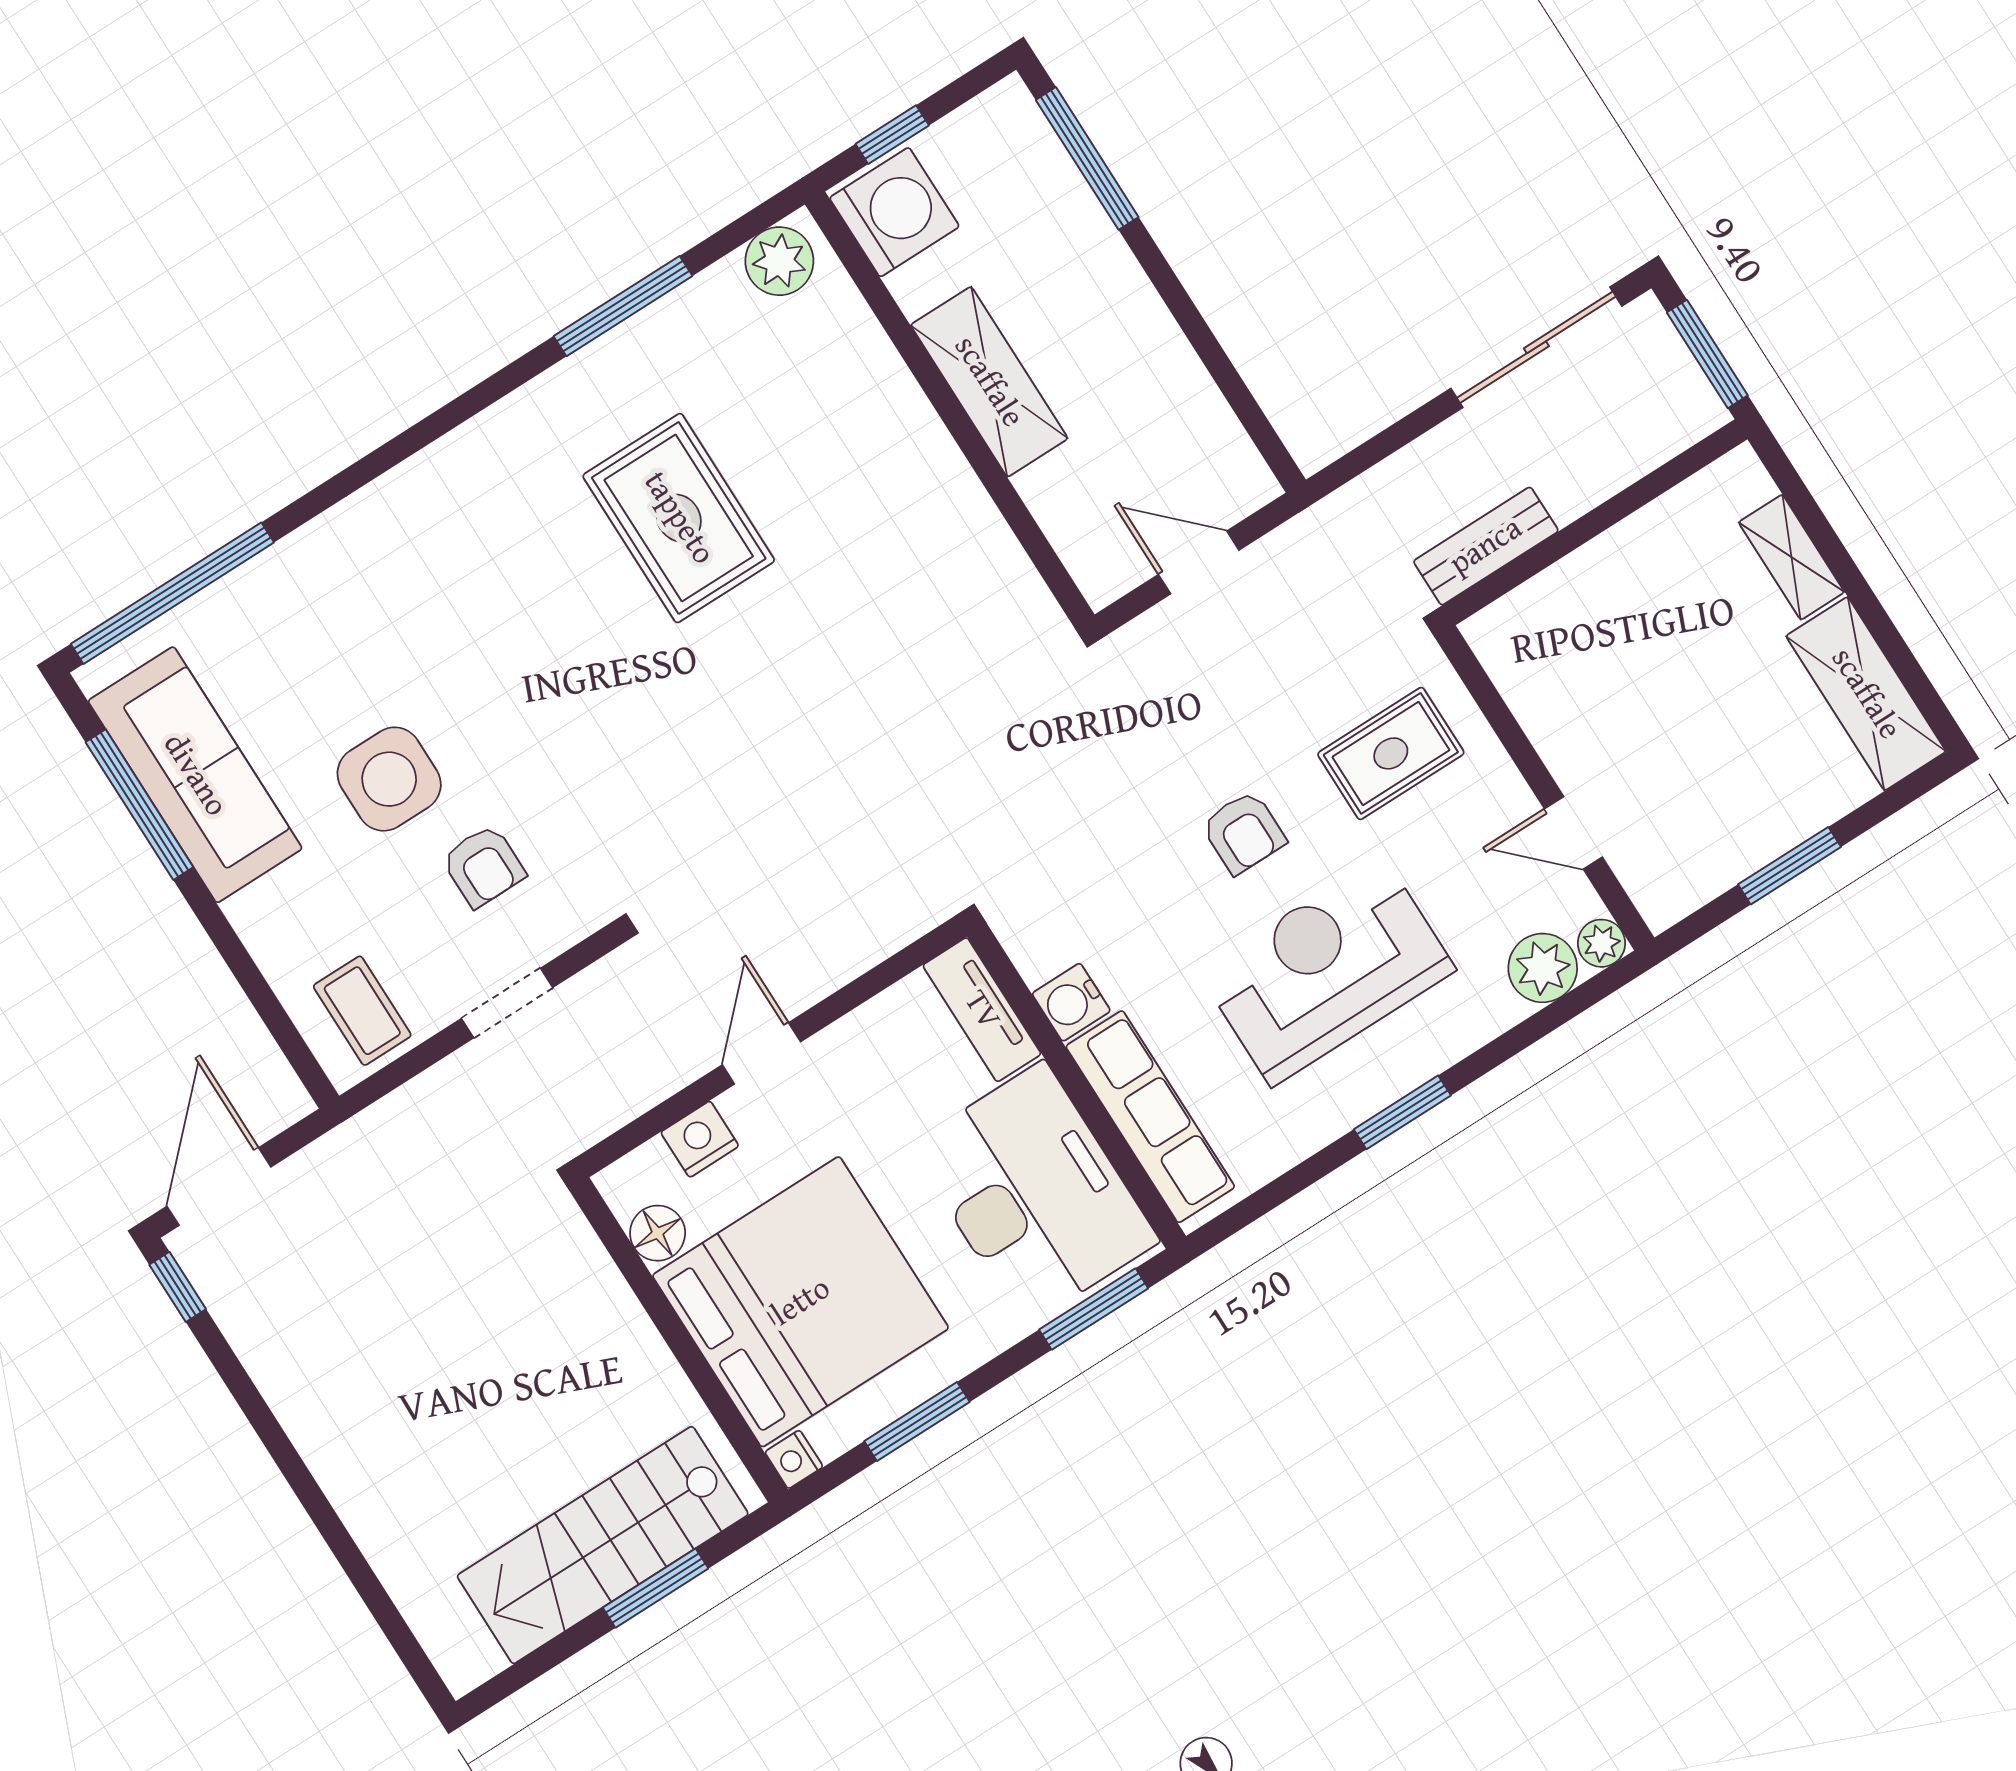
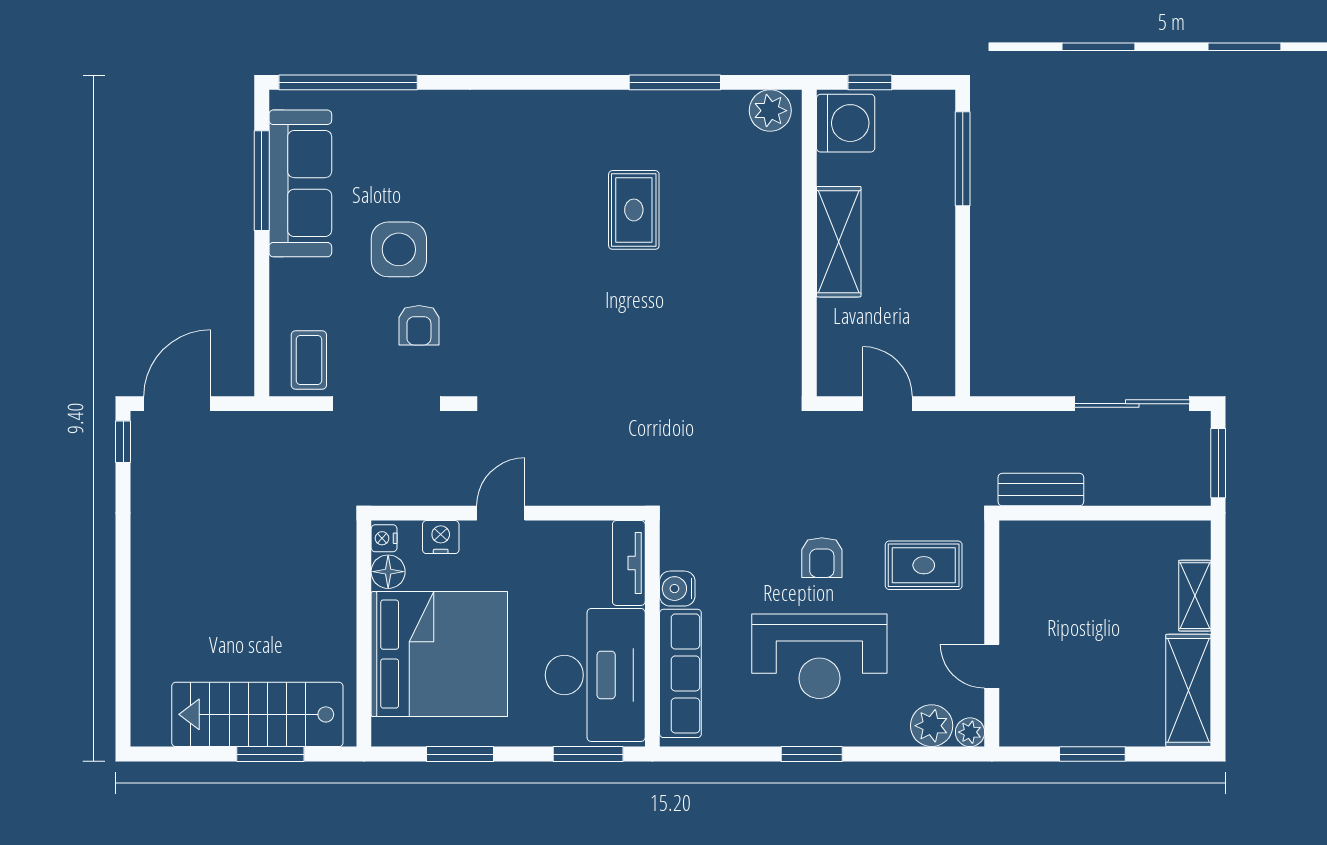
rug: (679, 518) -> (634, 210), width x0.73, depth x0.70
reception desk: (1327, 971) -> (819, 656), turned 180
doorway: (507, 1003) -> (386, 404), width x1.88
nightstand: (794, 1459) -> (384, 538), moved

